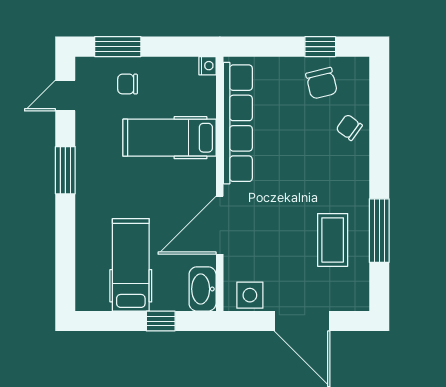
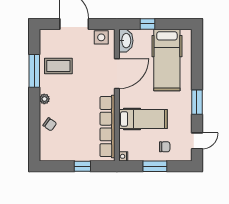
window: (118, 47) -> (155, 166), moved
window: (320, 47) -> (82, 166), moved
chair: (322, 83) -> (64, 147), removed
plant: (359, 176) -> (44, 99), added
coffee table: (333, 240) -> (58, 66), turned 90
hospital bed: (131, 265) -> (167, 60), width x1.37, depth x1.29

